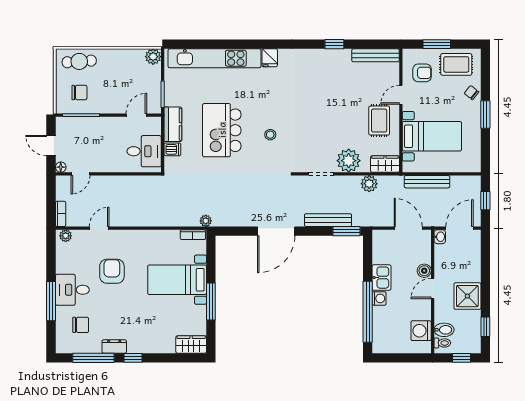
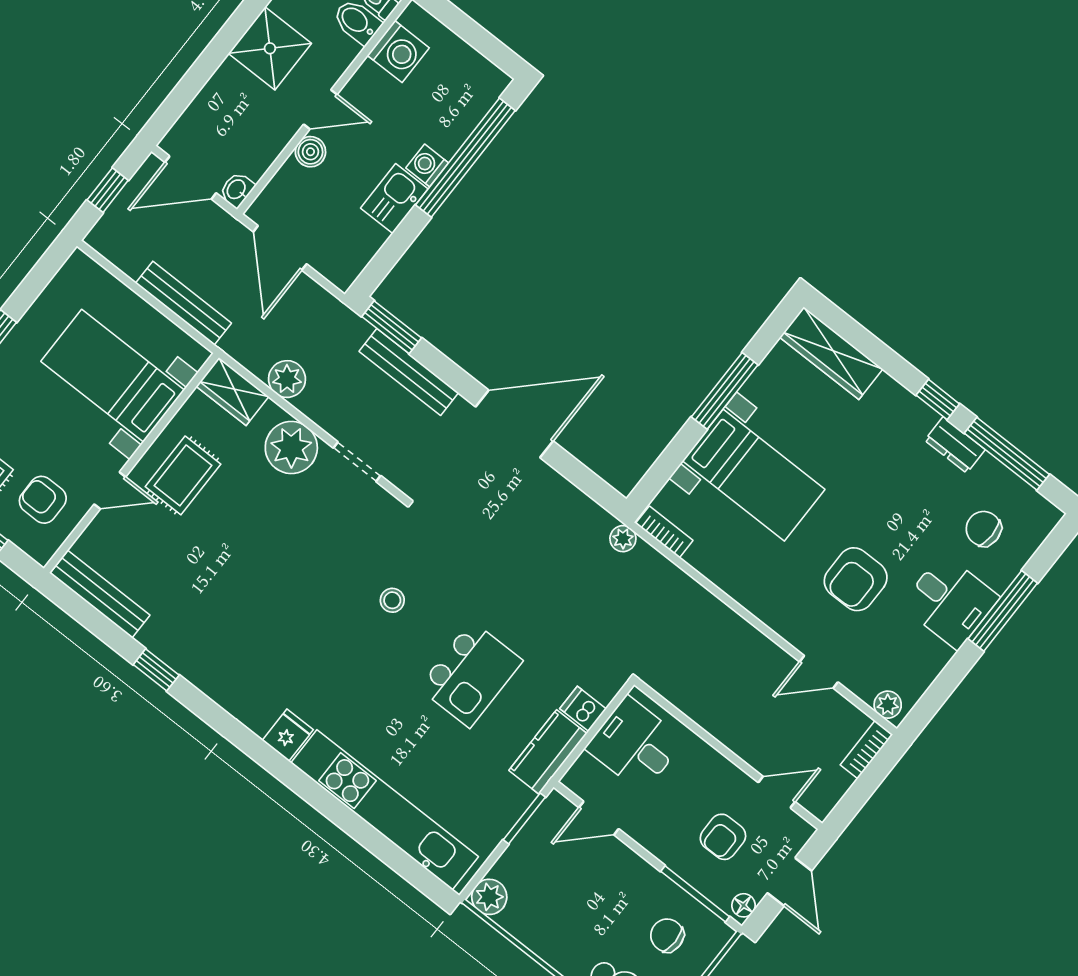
kitchen island: (222, 130) -> (471, 674), width x0.73, depth x0.78
armchair: (87, 143) -> (723, 837), added
floor lamp: (61, 167) -> (743, 905), moved
wardrobe: (191, 345) -> (831, 353), width x1.50

